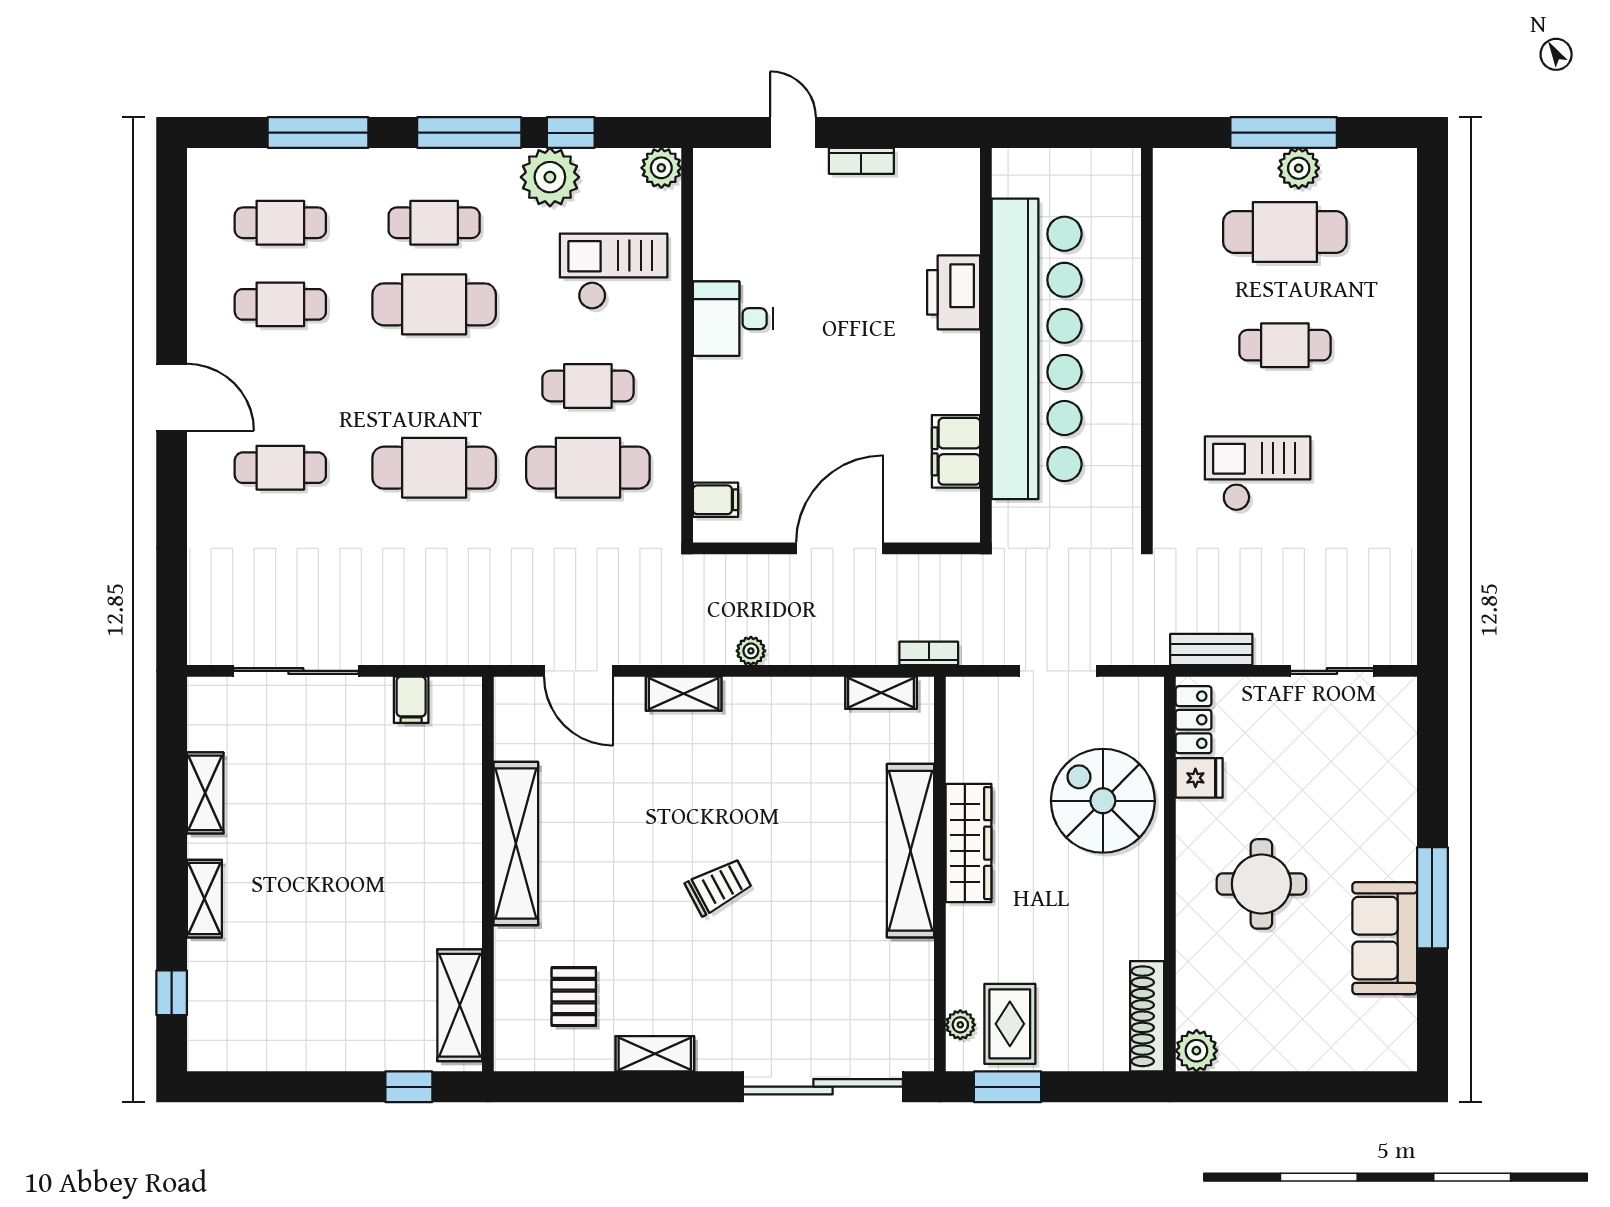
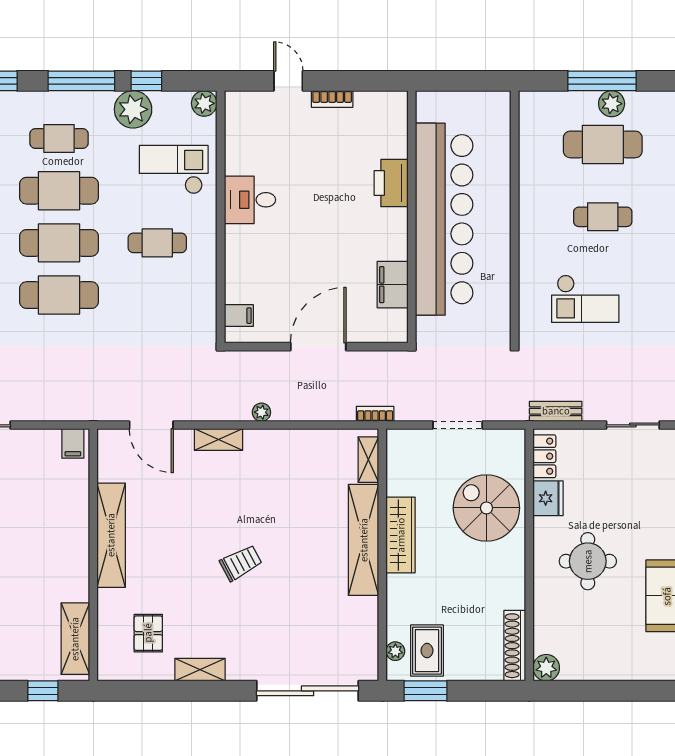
cafe table: (588, 468) -> (59, 243), moved
checkout: (1258, 474) -> (585, 299), turned 180
shelving: (881, 693) -> (368, 460), moved, turned 90
filing cabinet: (411, 700) -> (73, 443), moved
fridge: (1199, 778) -> (548, 498), width x1.38

